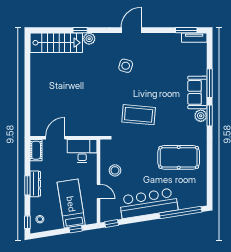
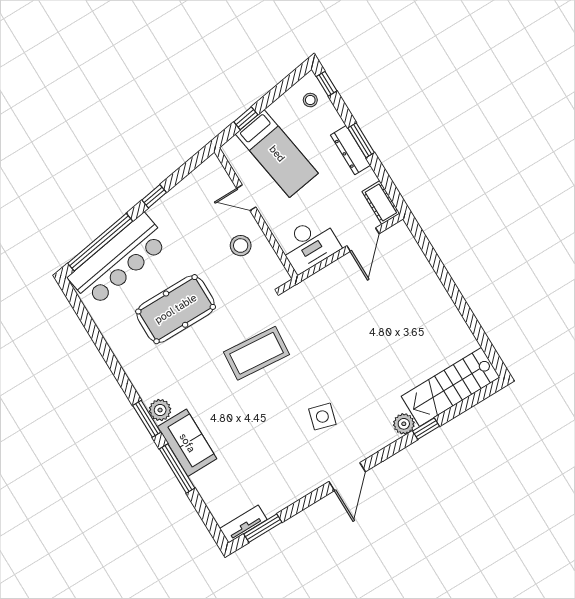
pool table: (179, 157) -> (176, 309), moved
bar counter: (149, 203) -> (119, 260), moved
window: (112, 223) -> (154, 196), moved

